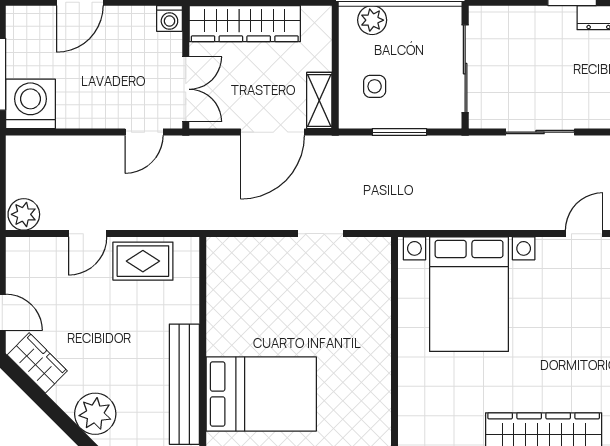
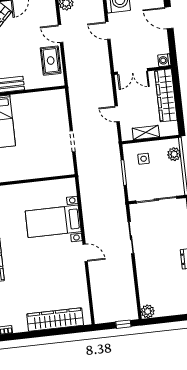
shelving: (319, 101) -> (146, 133), moved
door: (144, 132) -> (108, 31), moved
door: (273, 132) -> (117, 114), width x0.53
door: (584, 234) -> (85, 253), moved
bed with nightstands: (469, 294) -> (53, 221), width x0.73

